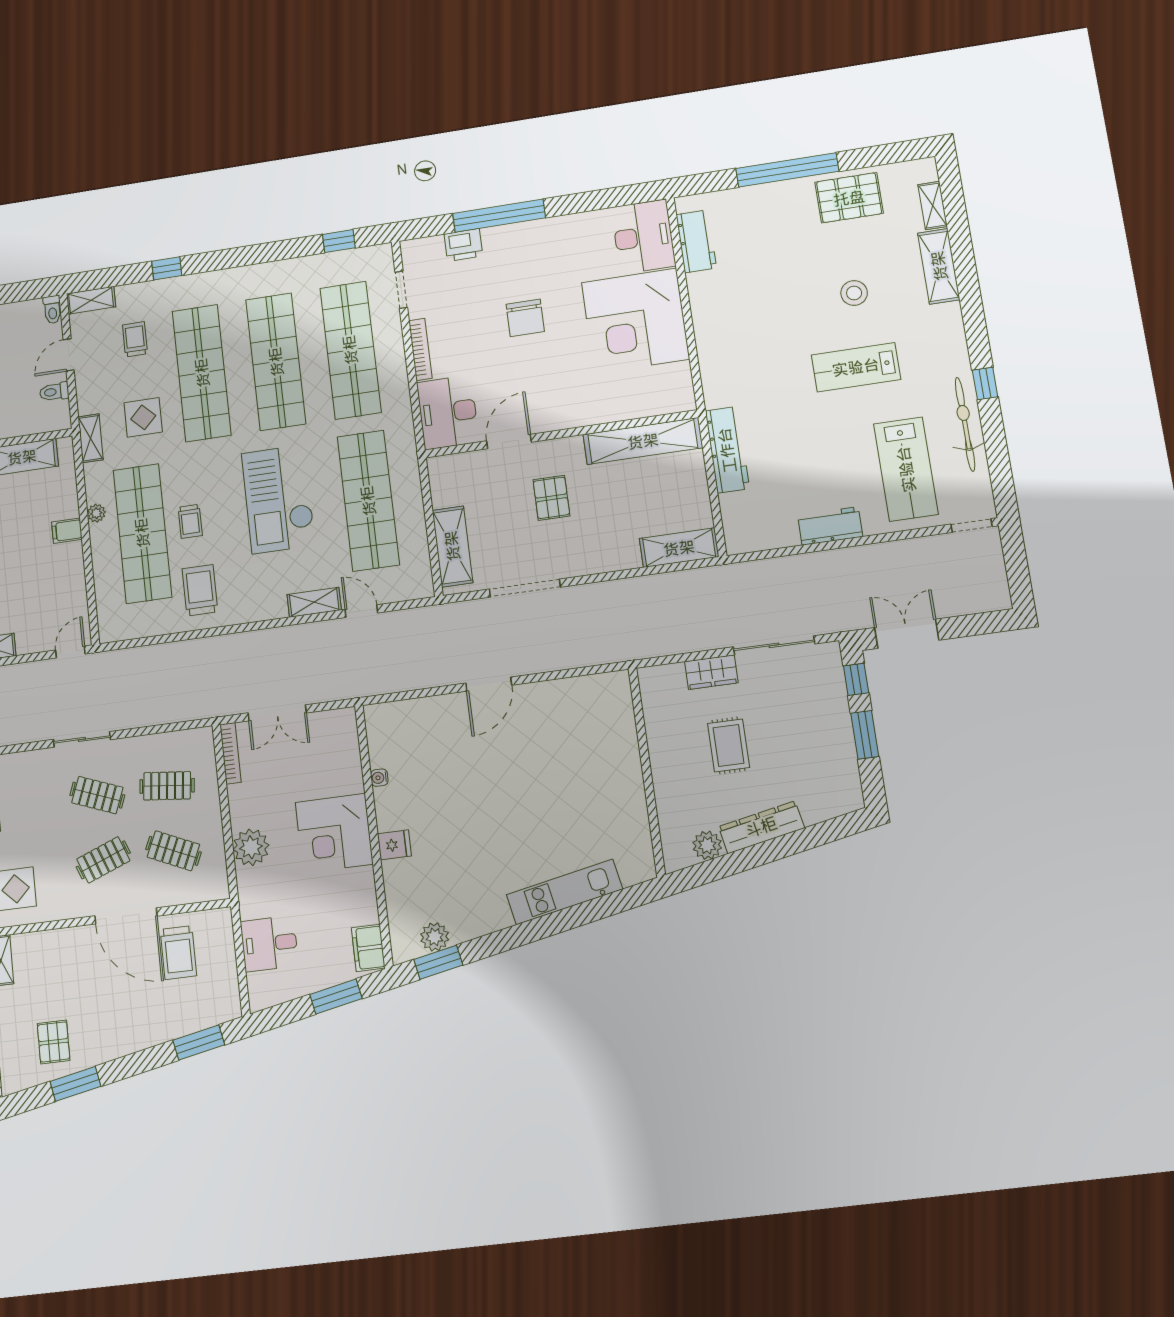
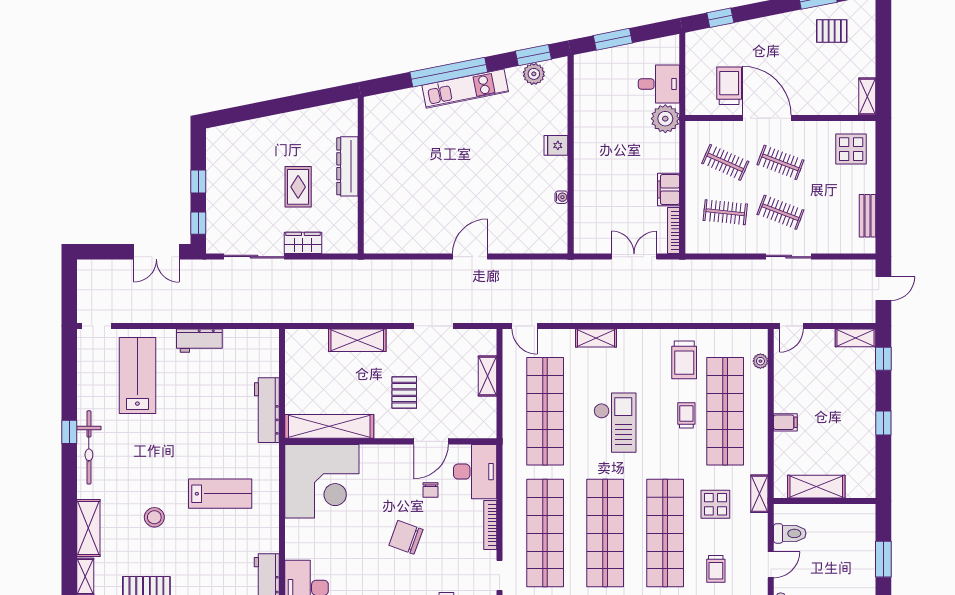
chair: (525, 318) -> (406, 537), turned -70
corner desk: (635, 321) -> (322, 481), moved, turned 90
lab bench: (856, 367) -> (220, 494), moved
chair: (501, 381) -> (431, 490), added
toilet: (54, 392) -> (790, 533), width x1.37, depth x1.39
bicycle: (965, 424) -> (89, 447), moved
checkout: (278, 499) -> (615, 423), width x0.73, depth x0.83
plant: (96, 513) -> (760, 361), moved
shelving: (452, 546) -> (487, 376), width x0.67, depth x0.75
shelving: (679, 548) -> (357, 340), moved
doorway: (525, 588) -> (433, 326), width x0.73
door: (361, 611) -> (525, 326), moved
window: (865, 735) -> (198, 182), width x0.67
dresser: (761, 827) -> (347, 166), moved, turned 101
corner desk: (334, 833) -> (601, 160), removed
plant: (707, 845) -> (324, 116), removed
plant: (251, 847) -> (665, 119), moved
clothes rail: (103, 860) -> (780, 162), turned 42
kitchen unit: (564, 892) -> (465, 89), moved
window: (548, 925) -> (449, 72), added
filing cabinet: (368, 948) -> (668, 189), moved, turned 180
pallet: (54, 1042) -> (832, 31), turned 90
window: (199, 1043) -> (720, 18), width x0.67

